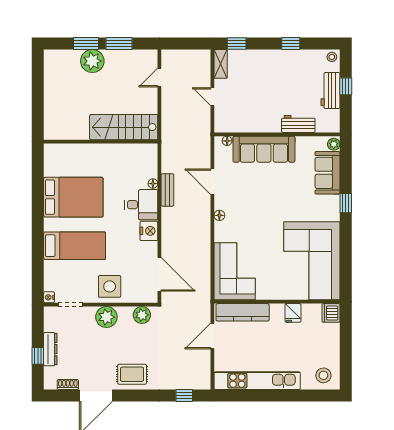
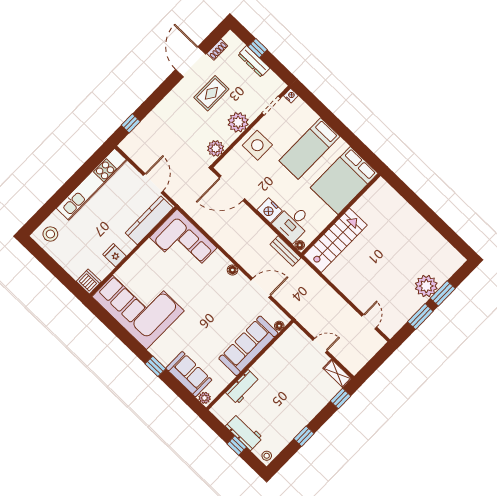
stairs: (124, 127) -> (335, 240), moved
wall: (101, 142) -> (341, 214), moved
rug: (132, 374) -> (211, 93), moved

